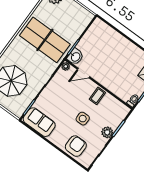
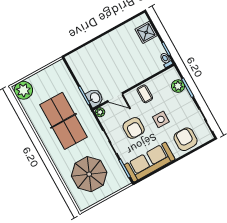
table tennis table: (45, 40) -> (63, 121), turned 90
door: (84, 73) -> (115, 97), hinge flipped
armchair: (65, 100) -> (134, 128), added
sofa: (39, 122) -> (150, 162), width x1.36
plant: (107, 132) -> (178, 86), moved

